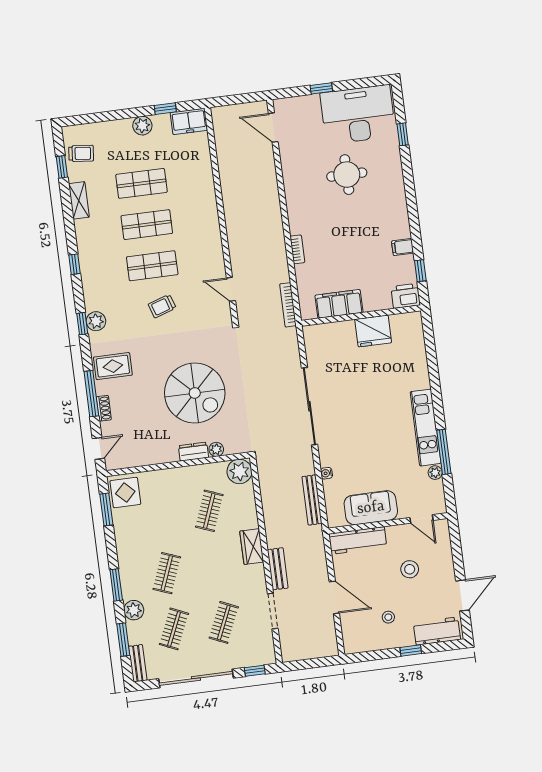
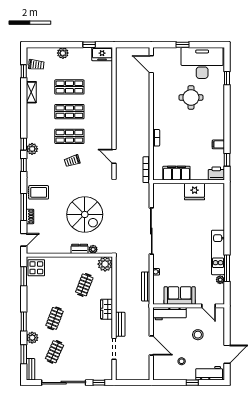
plant: (142, 126) -> (63, 53), moved
window: (75, 264) -> (24, 144), moved
plant: (96, 321) -> (32, 149), moved
clothes rail: (224, 622) -> (84, 352), removed

